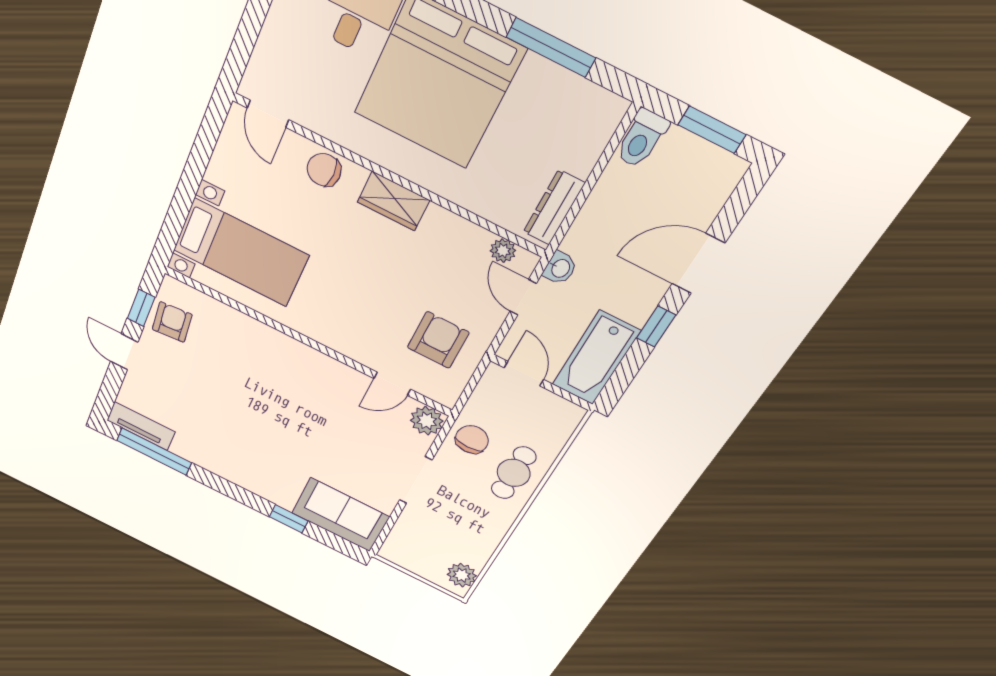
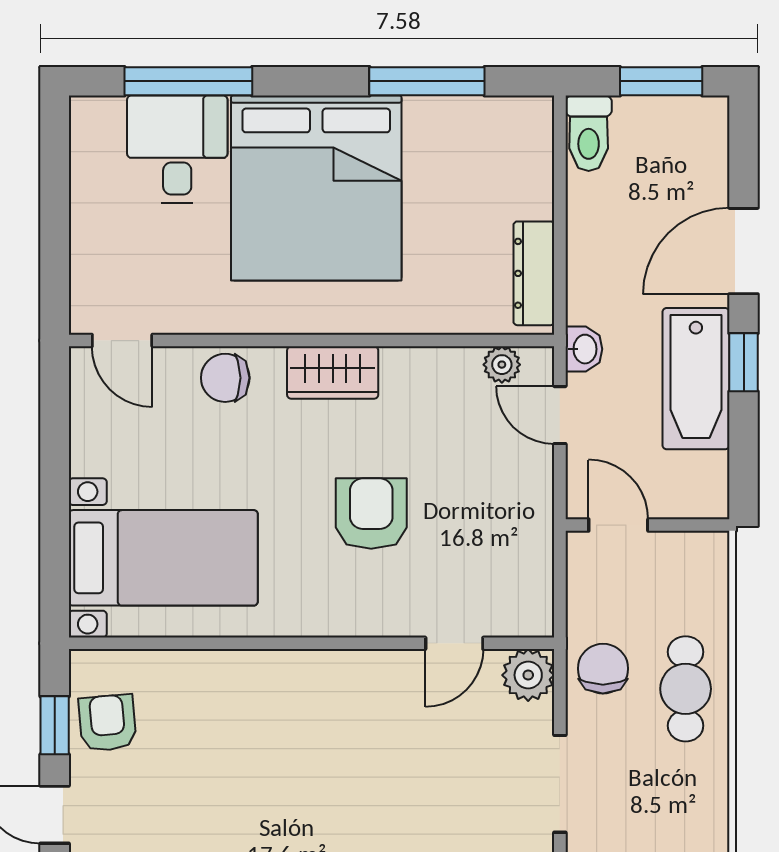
armchair: (438, 340) -> (371, 514), moved
bathtub: (596, 358) -> (696, 379), moved

